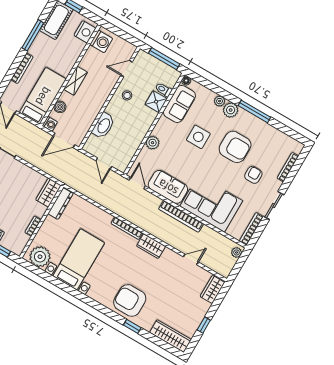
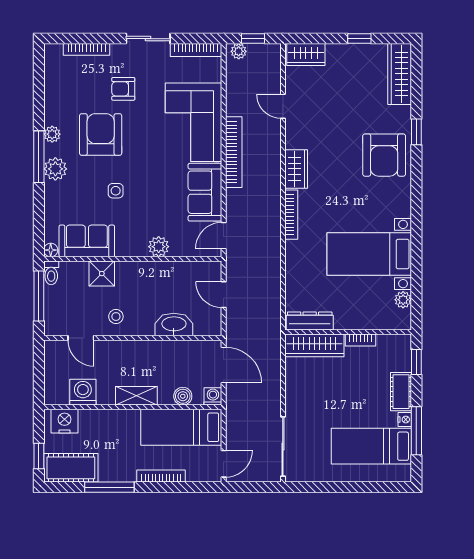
washing machine: (101, 41) -> (83, 392), moved
toilet: (164, 90) -> (51, 273), moved
plant: (220, 101) -> (52, 134), moved
window: (254, 111) -> (39, 157), moved
side table: (198, 137) -> (116, 191), width x0.54, depth x0.54
door: (104, 164) -> (224, 295), swing flipped
wardrobe: (48, 193) -> (314, 345), width x1.50
plant: (40, 257) -> (403, 300), width x0.53, depth x0.53
window: (239, 265) -> (253, 39), added

